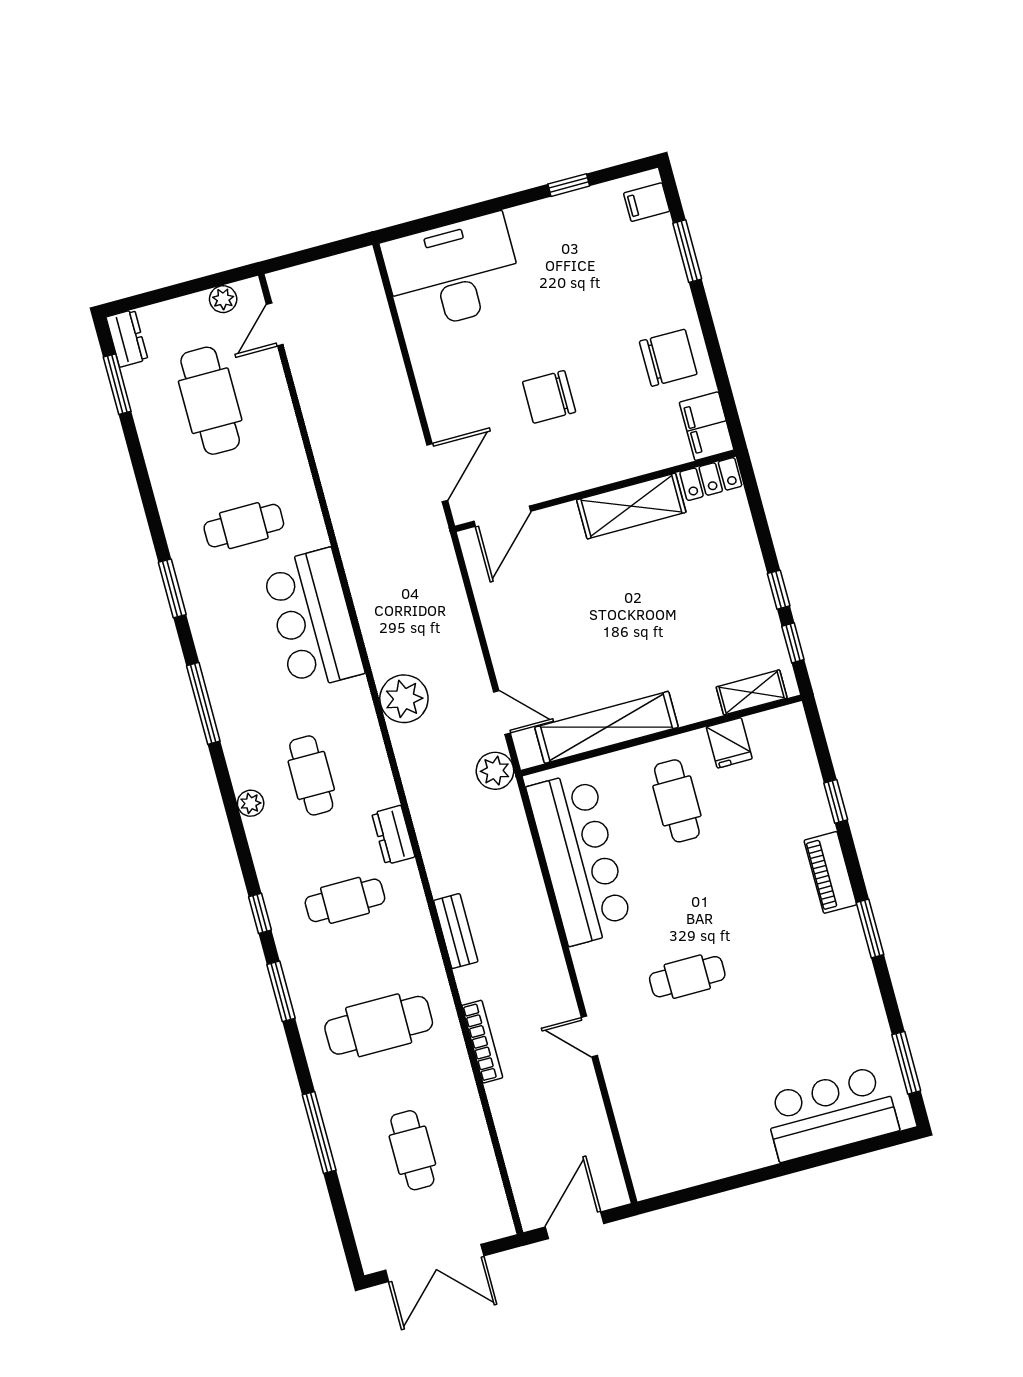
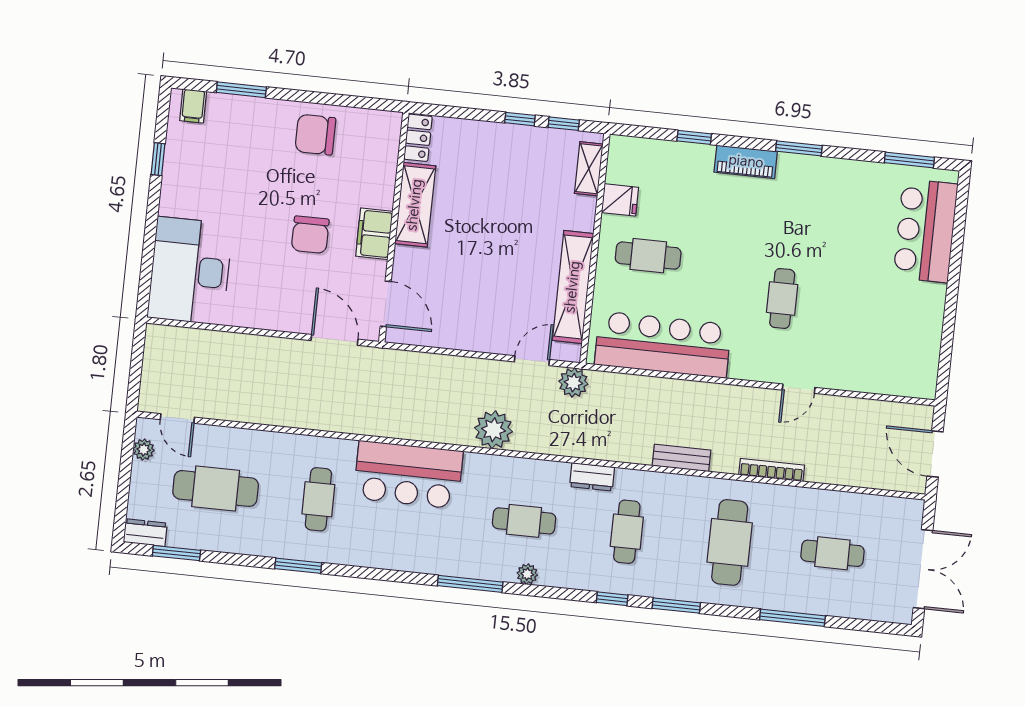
chair: (668, 358) -> (315, 135), turned -90
filing cabinet: (707, 426) -> (374, 234), moved, turned 90
window: (172, 588) -> (298, 566), moved
window: (203, 703) -> (470, 584), moved

